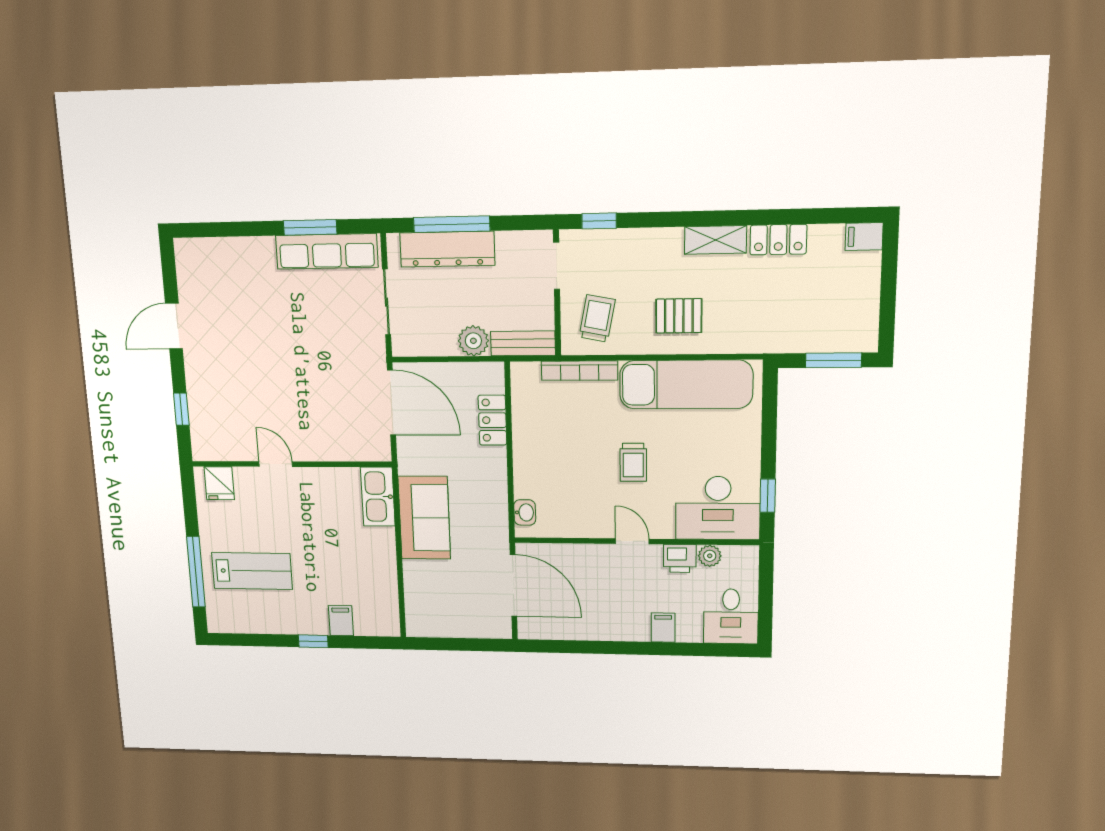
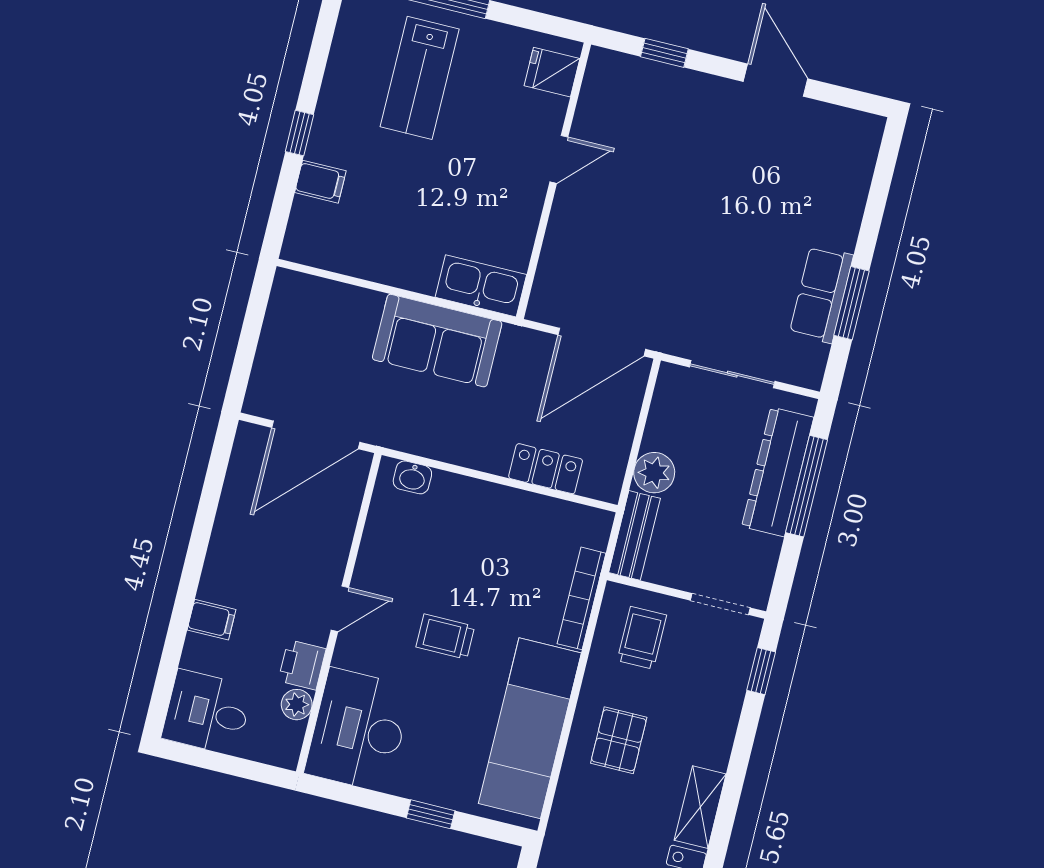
row of seats: (327, 251) -> (821, 294), width x0.68
trolley: (597, 318) -> (642, 638), turned -101
window: (768, 496) -> (431, 814), moved

